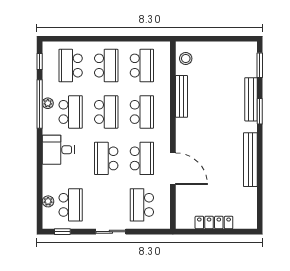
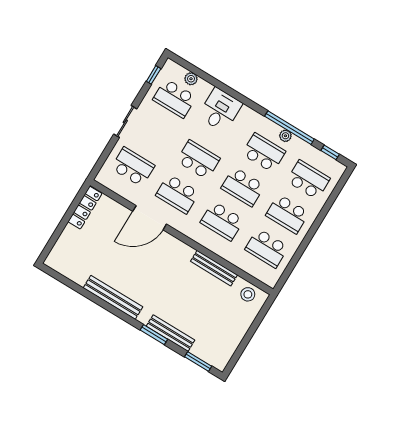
school desk: (71, 112) -> (264, 153), turned 180
desk: (58, 150) -> (220, 110), moved
locker: (214, 222) -> (85, 208), moved

